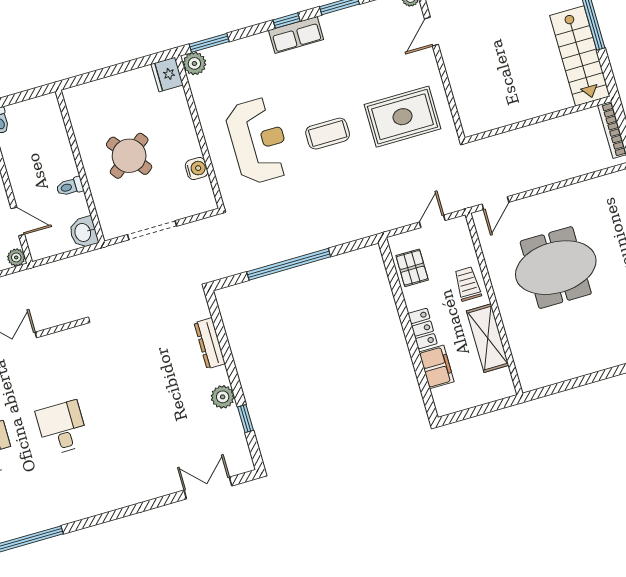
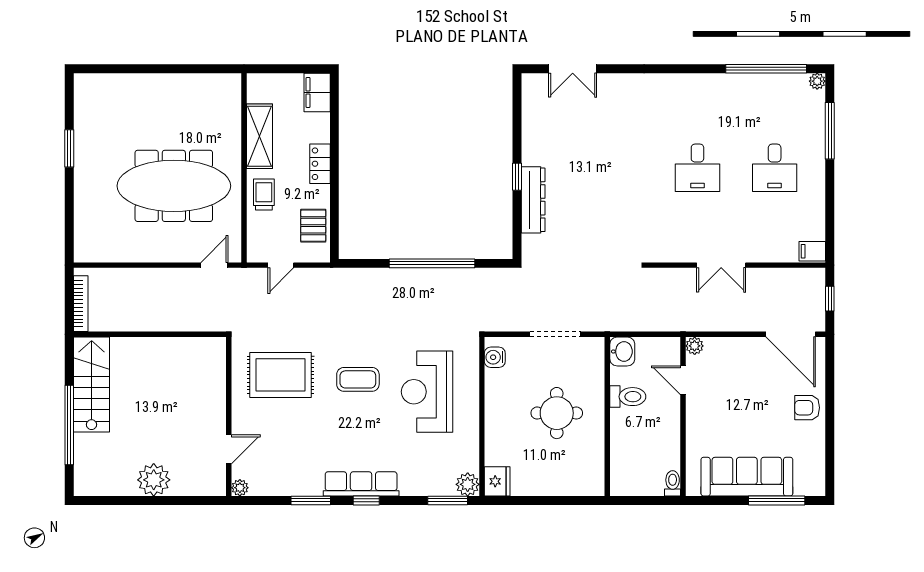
row of seats: (296, 35) -> (361, 484), width x1.48
round table: (129, 156) -> (557, 413), turned 37
water cooler: (197, 169) -> (495, 357), moved
toilet: (70, 187) -> (628, 397), width x1.37, depth x1.39
meeting table: (556, 268) -> (174, 186), width x1.36
trolley: (468, 284) -> (264, 194), turned 180
dresser: (210, 343) -> (533, 200), width x1.37, depth x1.24
filing cabinet: (437, 367) -> (317, 92), moved
plant: (223, 397) -> (533, 153), removed
window: (245, 419) -> (517, 177), moved

